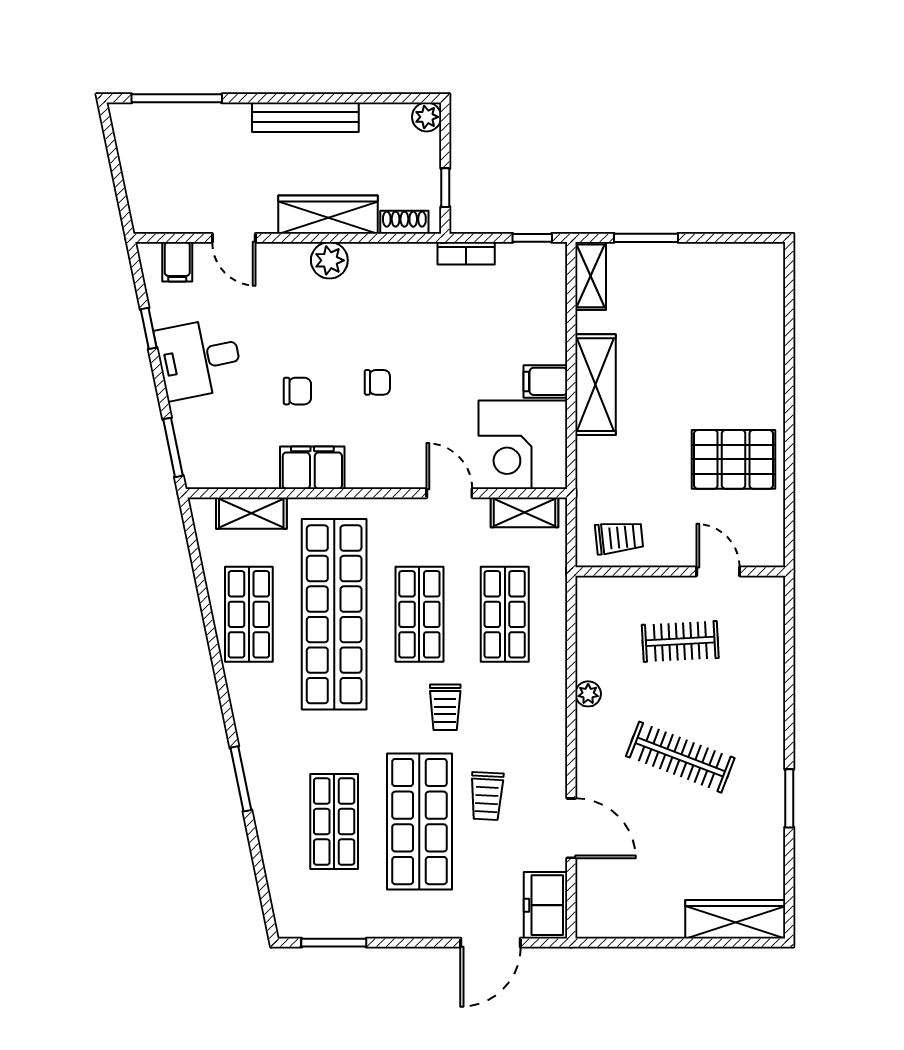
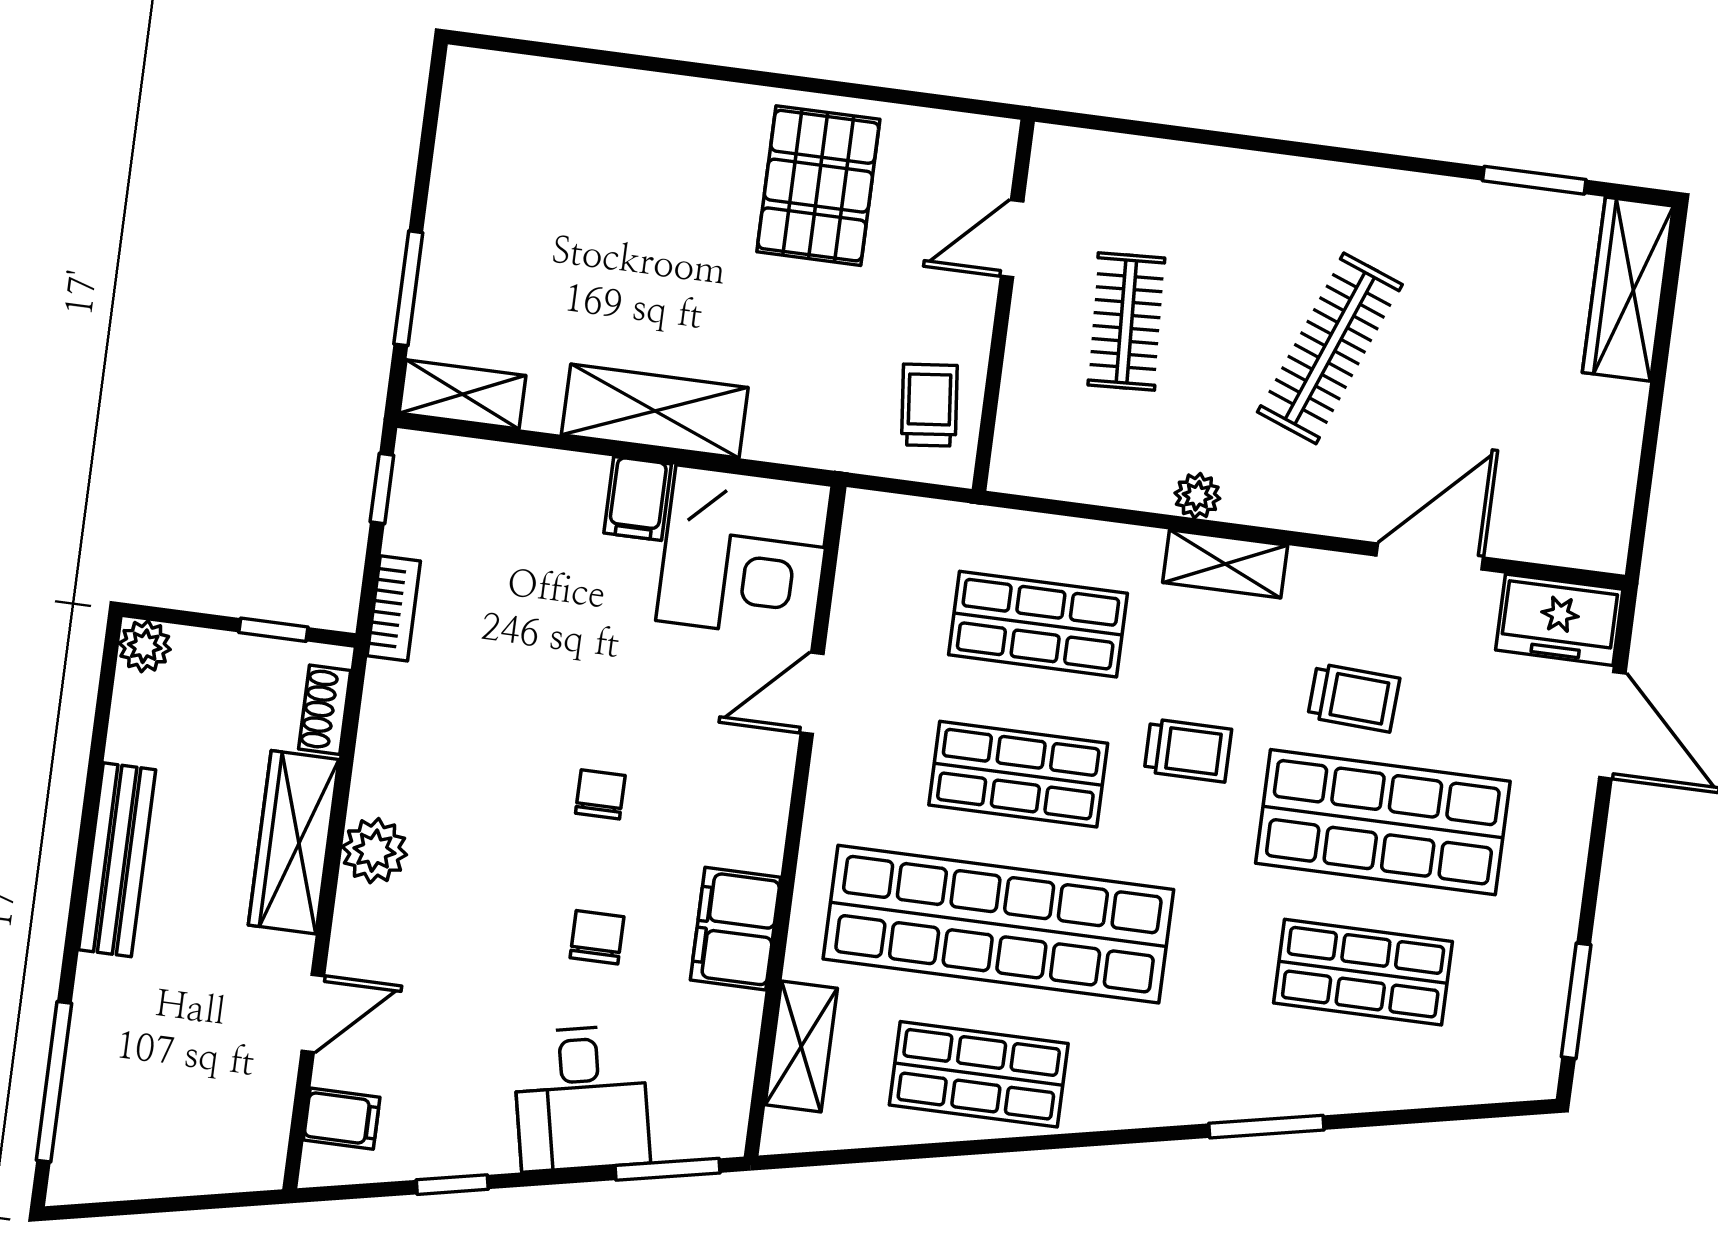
desk: (199, 359) -> (581, 1098), moved
shelving: (525, 512) -> (1225, 564), moved, turned 90
window: (789, 798) -> (1534, 180), moved

